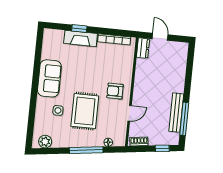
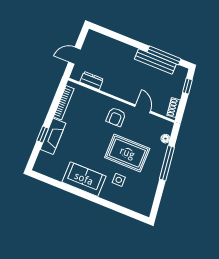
dresser: (143, 48) -> (92, 80), moved
plant: (45, 142) -> (146, 202), removed

